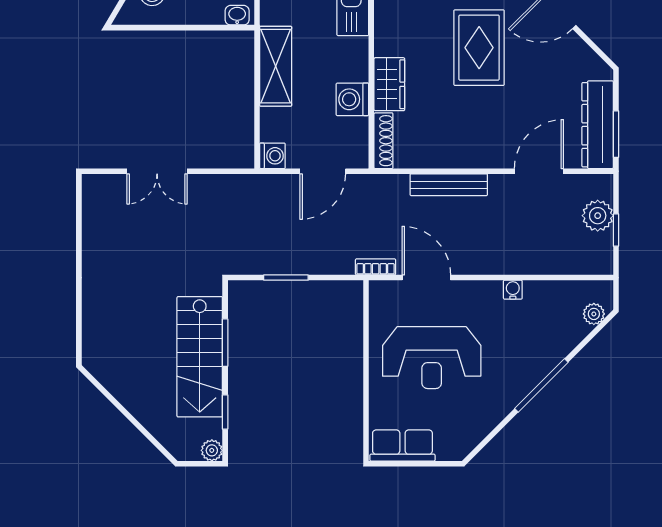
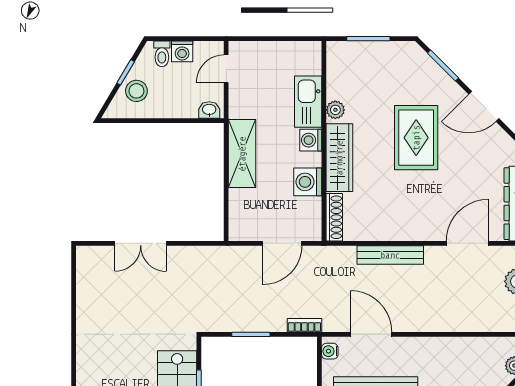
plant: (385, 15) -> (335, 110), added
wardrobe: (389, 84) -> (339, 158), width x1.50
washing machine: (272, 156) -> (311, 140), moved, turned 180
bookcase: (376, 267) -> (304, 325), moved
water cooler: (513, 290) -> (330, 351), moved, turned -90

